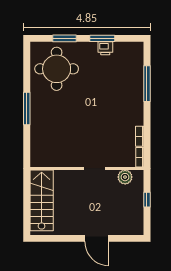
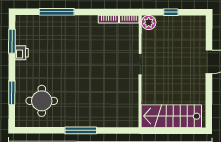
window: (102, 38) -> (12, 41), moved
round table: (57, 69) -> (42, 101), width x0.73, depth x0.73
plant: (125, 177) -> (149, 23), moved

